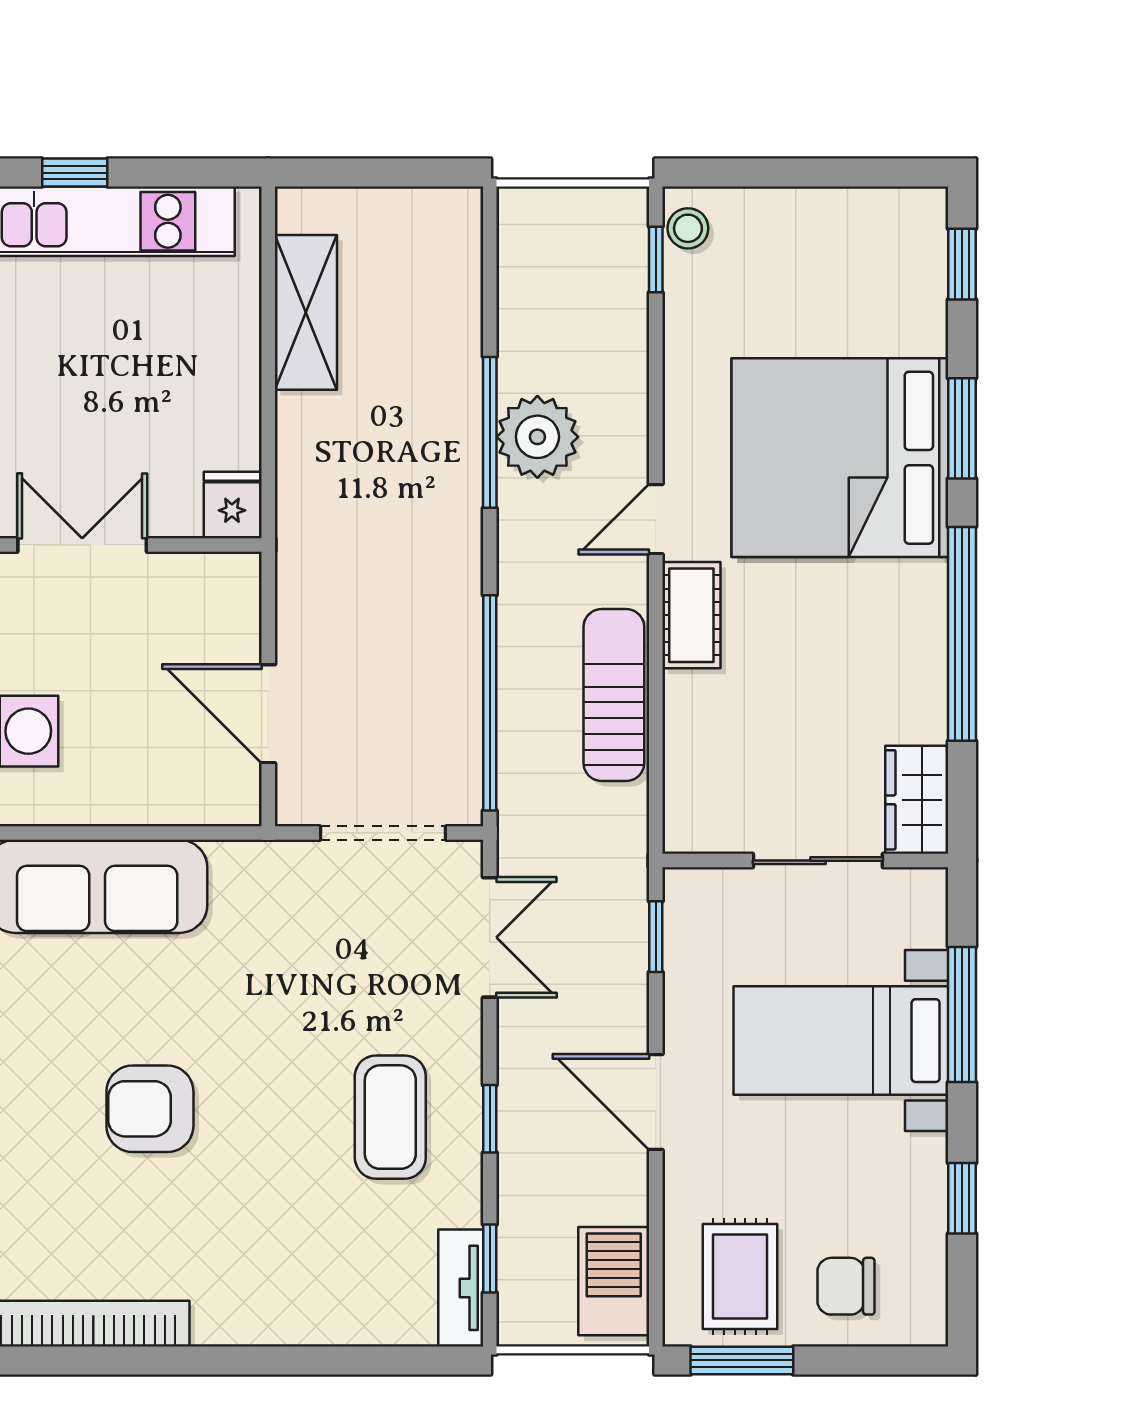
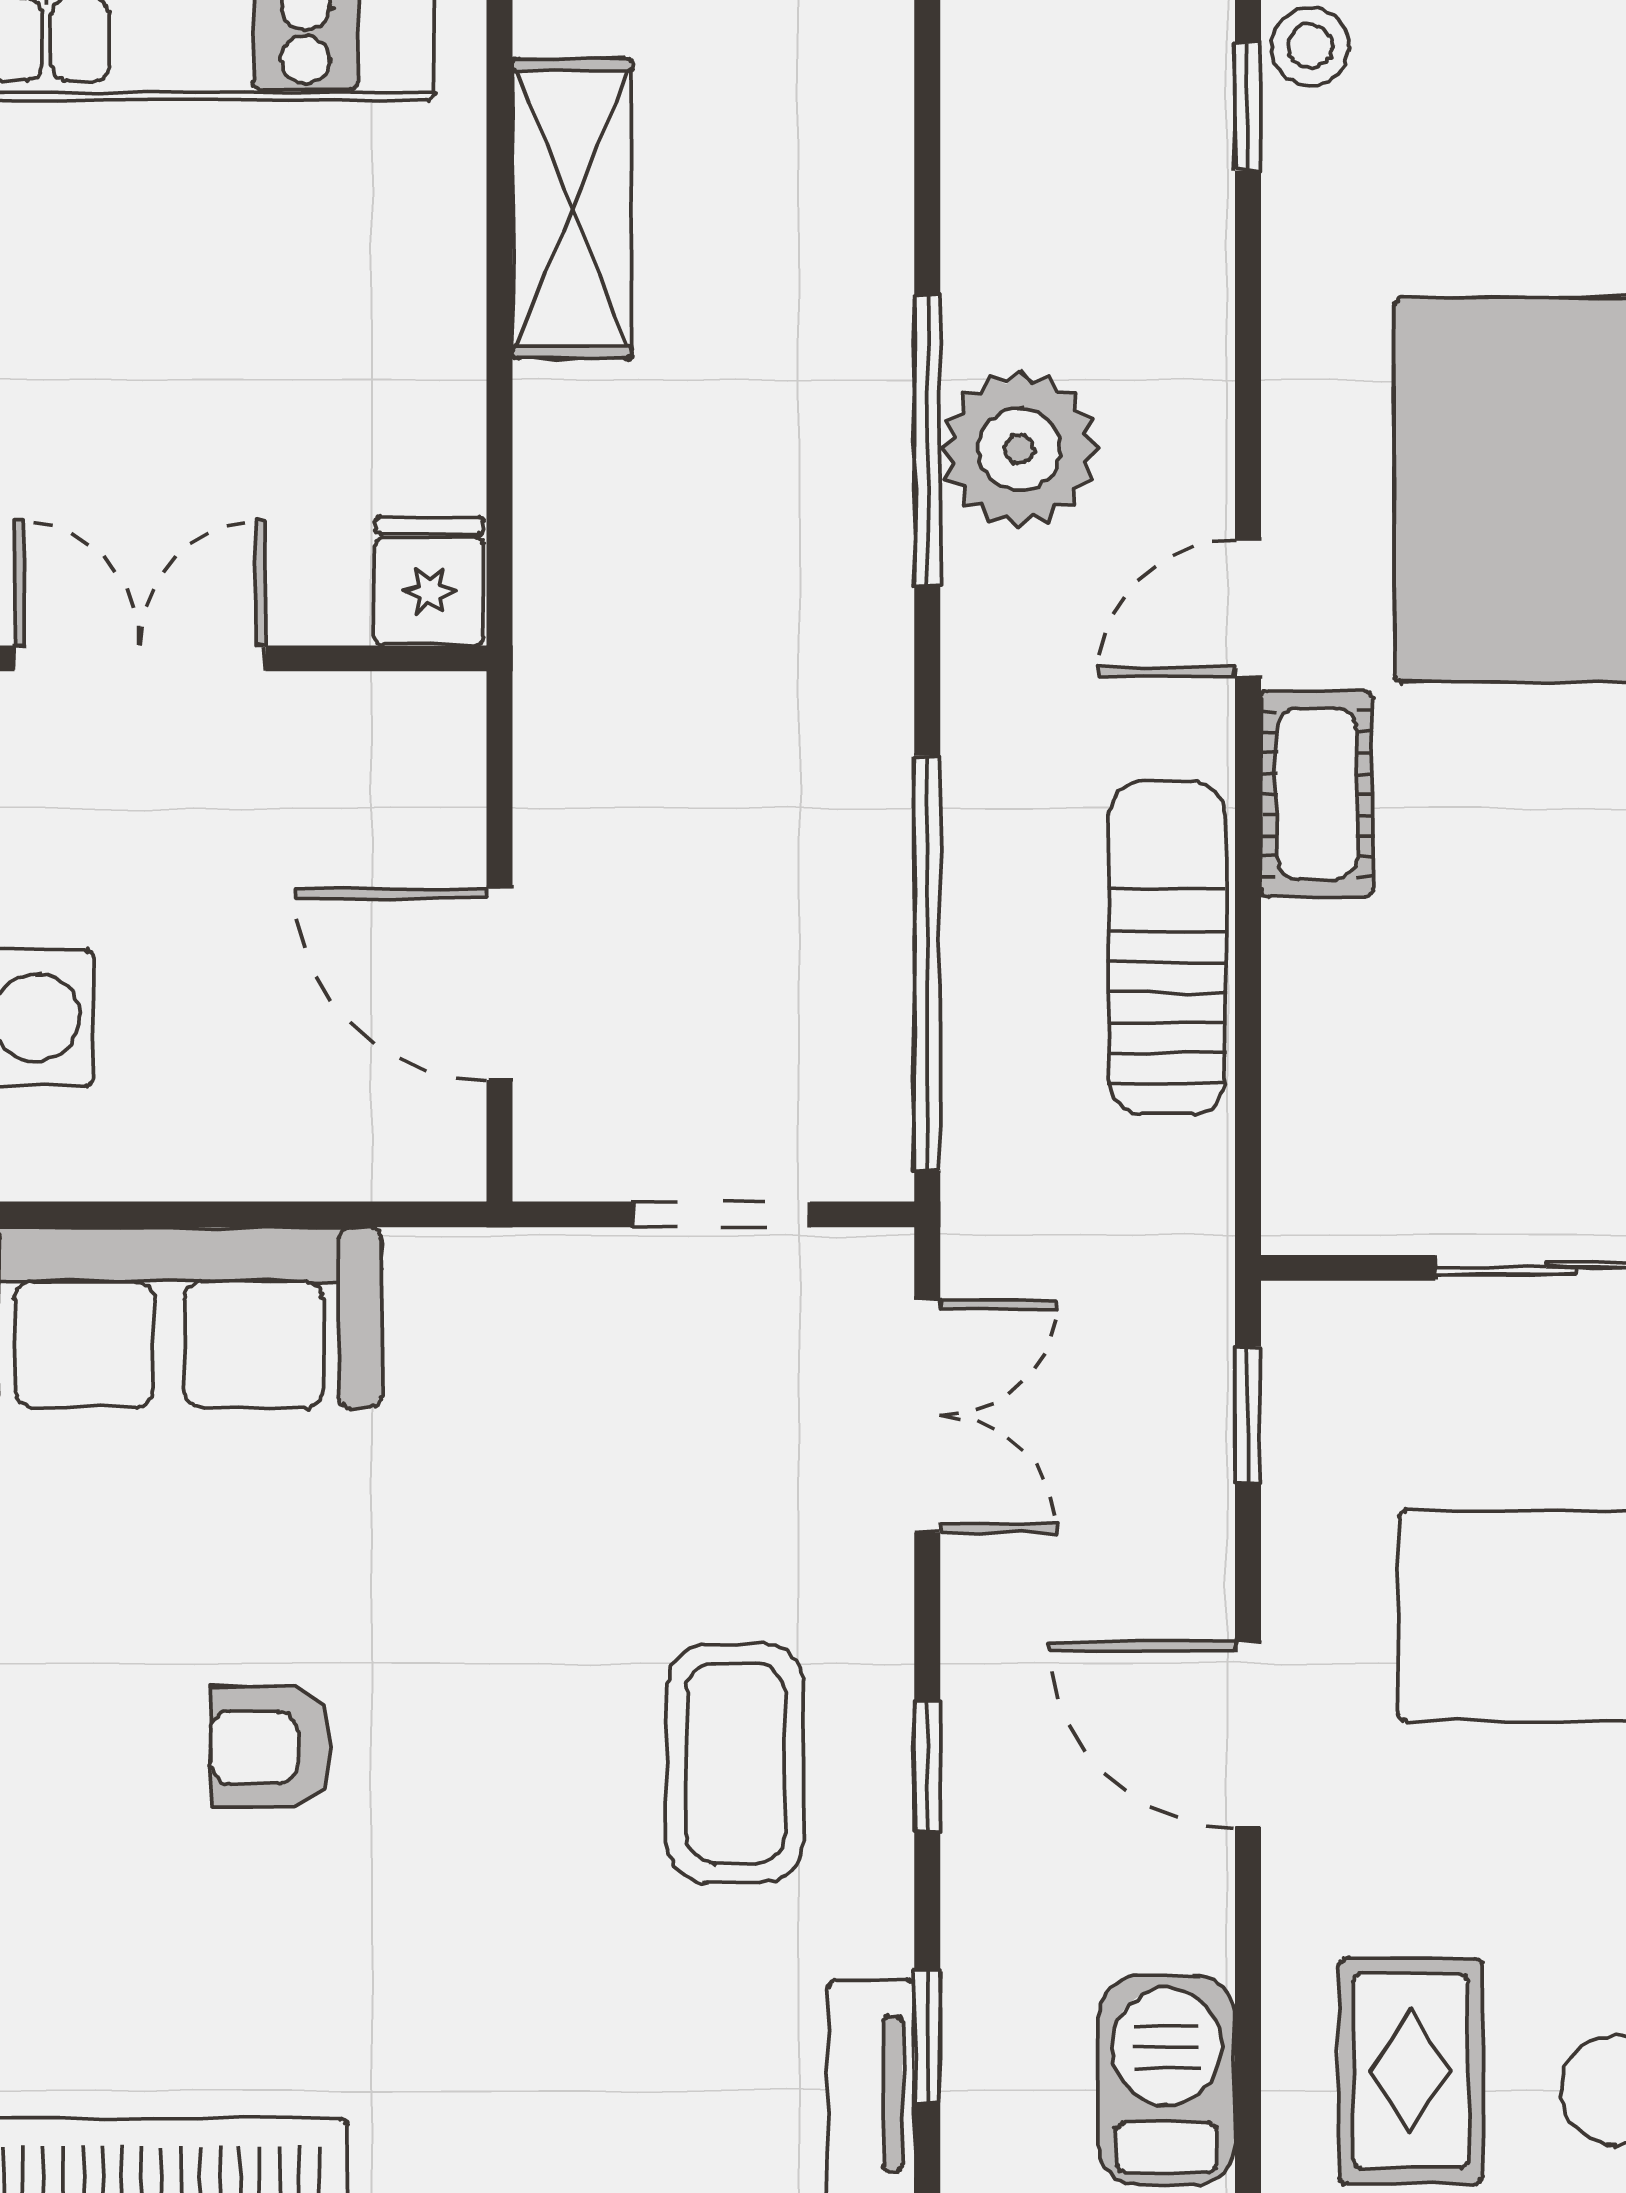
doorway: (383, 833) -> (721, 1214), width x0.73
armchair: (150, 1109) -> (271, 1747), width x0.72, depth x0.72

